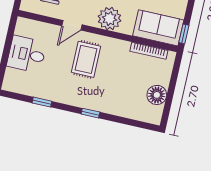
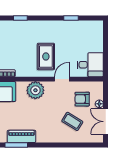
desk: (27, 54) -> (90, 65), moved
window: (90, 113) -> (20, 18), moved

